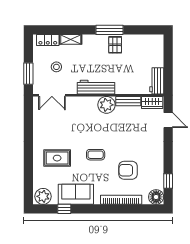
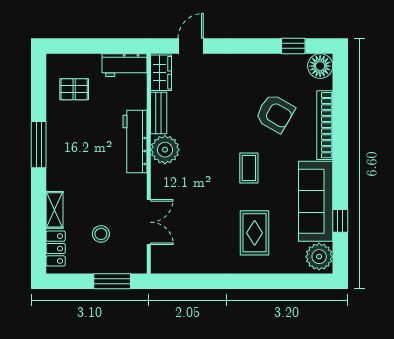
pallet: (115, 45) -> (74, 89), moved
workbench: (96, 87) -> (135, 142), moved
double door: (52, 95) -> (149, 222), moved
armchair: (128, 170) -> (275, 113), turned -60
sofa: (76, 194) -> (316, 201), width x1.36

